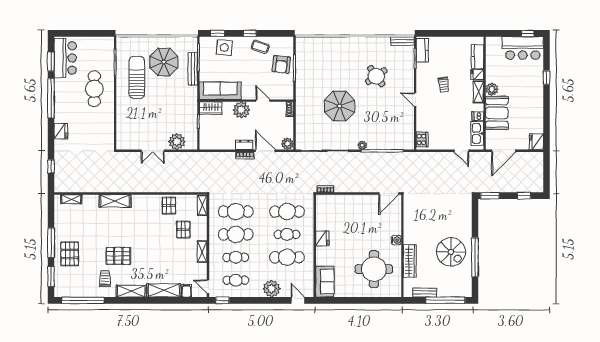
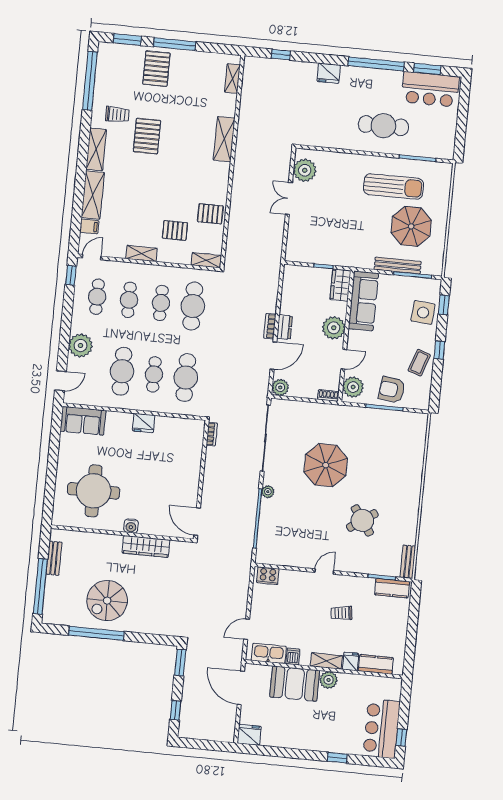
plant: (282, 92) -> (353, 387), added
plant: (177, 142) -> (305, 170), moved
cafe table: (236, 234) -> (161, 303), width x0.73, depth x0.74
pallet: (70, 254) -> (156, 69), turned 90
wardrobe: (410, 261) -> (146, 546), moved

